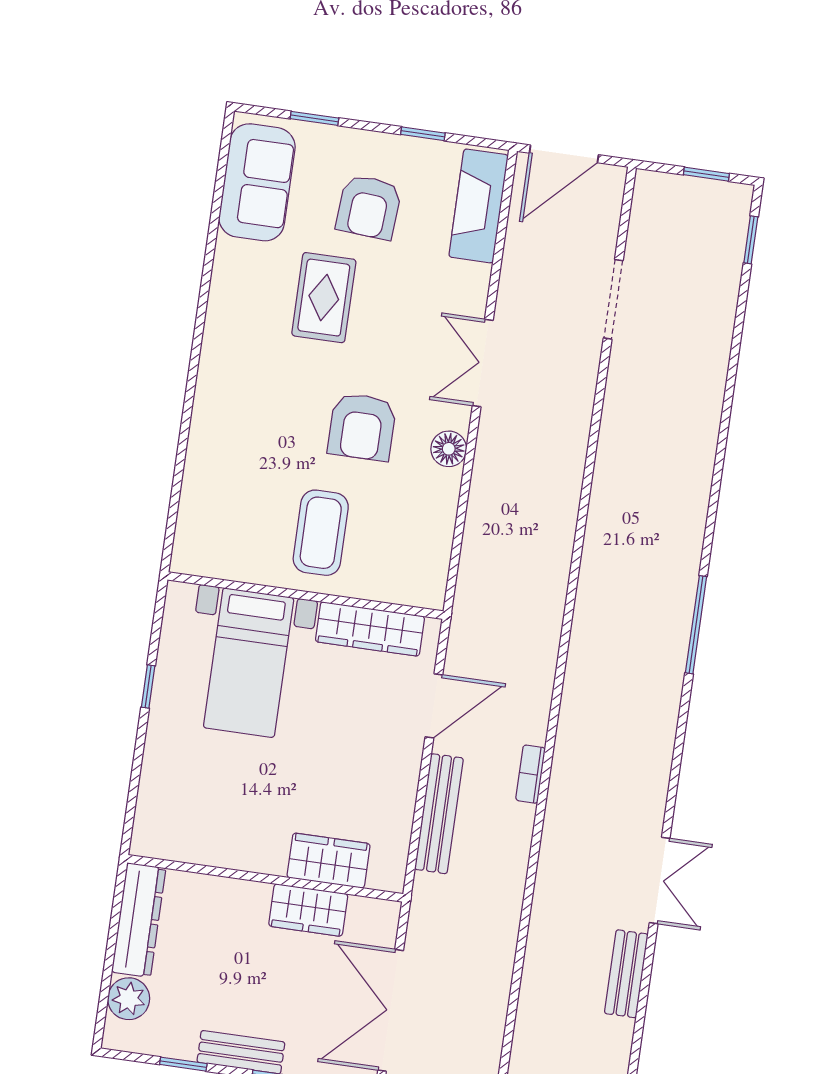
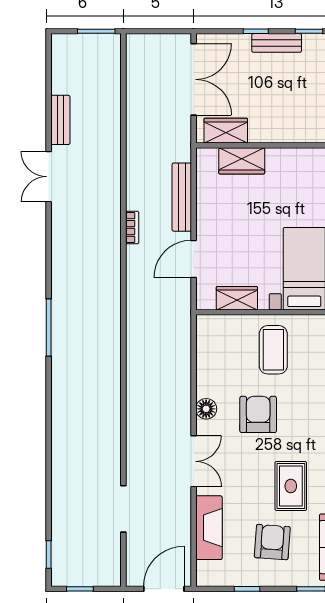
fireplace: (479, 206) -> (209, 528), moved
wardrobe: (370, 629) -> (237, 298), width x0.67
wardrobe: (308, 910) -> (226, 131), moved

